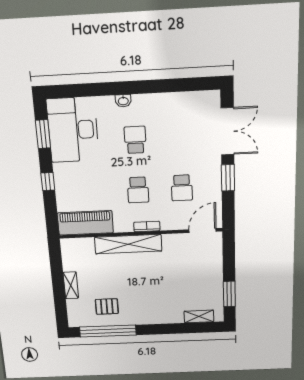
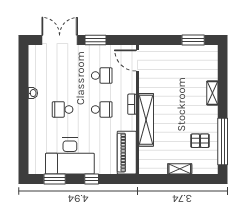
washbasin: (123, 101) -> (33, 93), moved
desk: (73, 130) -> (70, 156), moved
pallet: (107, 306) -> (200, 141), turned 90
shelving: (199, 316) -> (212, 93), moved

